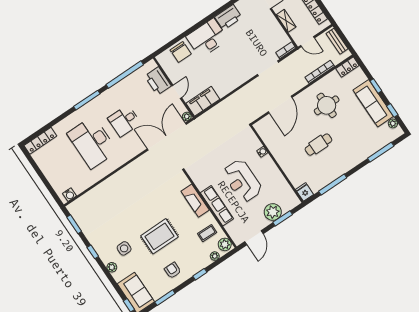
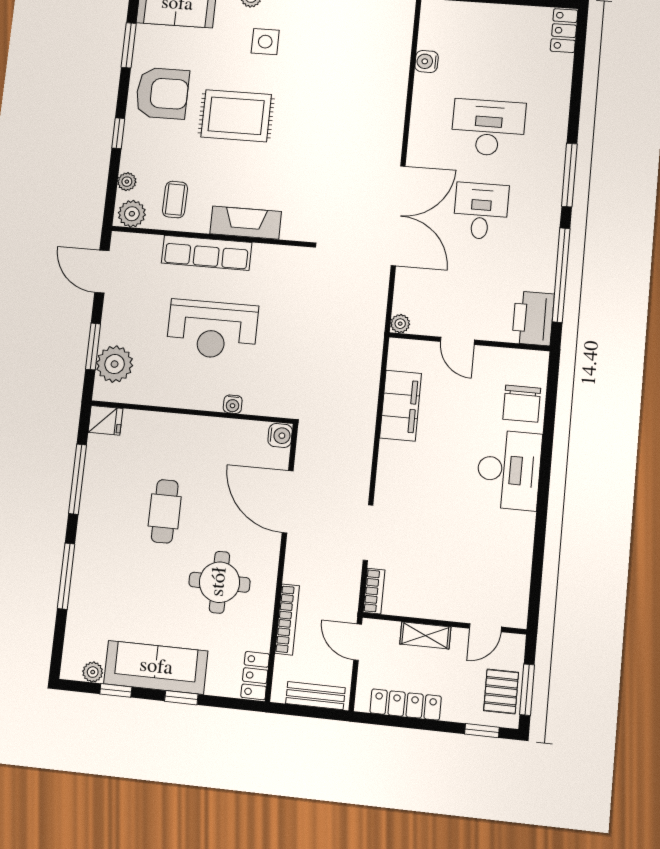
printer: (228, 17) -> (515, 538), removed
door: (307, 42) -> (358, 642), hinge flipped
chair: (181, 52) -> (522, 404), turned -90
printer: (158, 81) -> (533, 318), moved, turned -90
filing cabinet: (203, 101) -> (401, 406), moved
water cooler: (260, 126) -> (280, 436), added
double door: (167, 137) -> (398, 216), moved
locker: (40, 141) -> (564, 31), width x0.66
desk: (92, 142) -> (488, 128), width x0.73, depth x0.77
window: (381, 152) -> (66, 576), moved
reception desk: (242, 181) -> (212, 330), turned 180
water cooler: (70, 195) -> (427, 61), moved
plant: (273, 212) -> (115, 364), moved
rug: (159, 236) -> (236, 116), turned 90
armchair: (173, 270) -> (162, 93), width x1.88, depth x1.88

